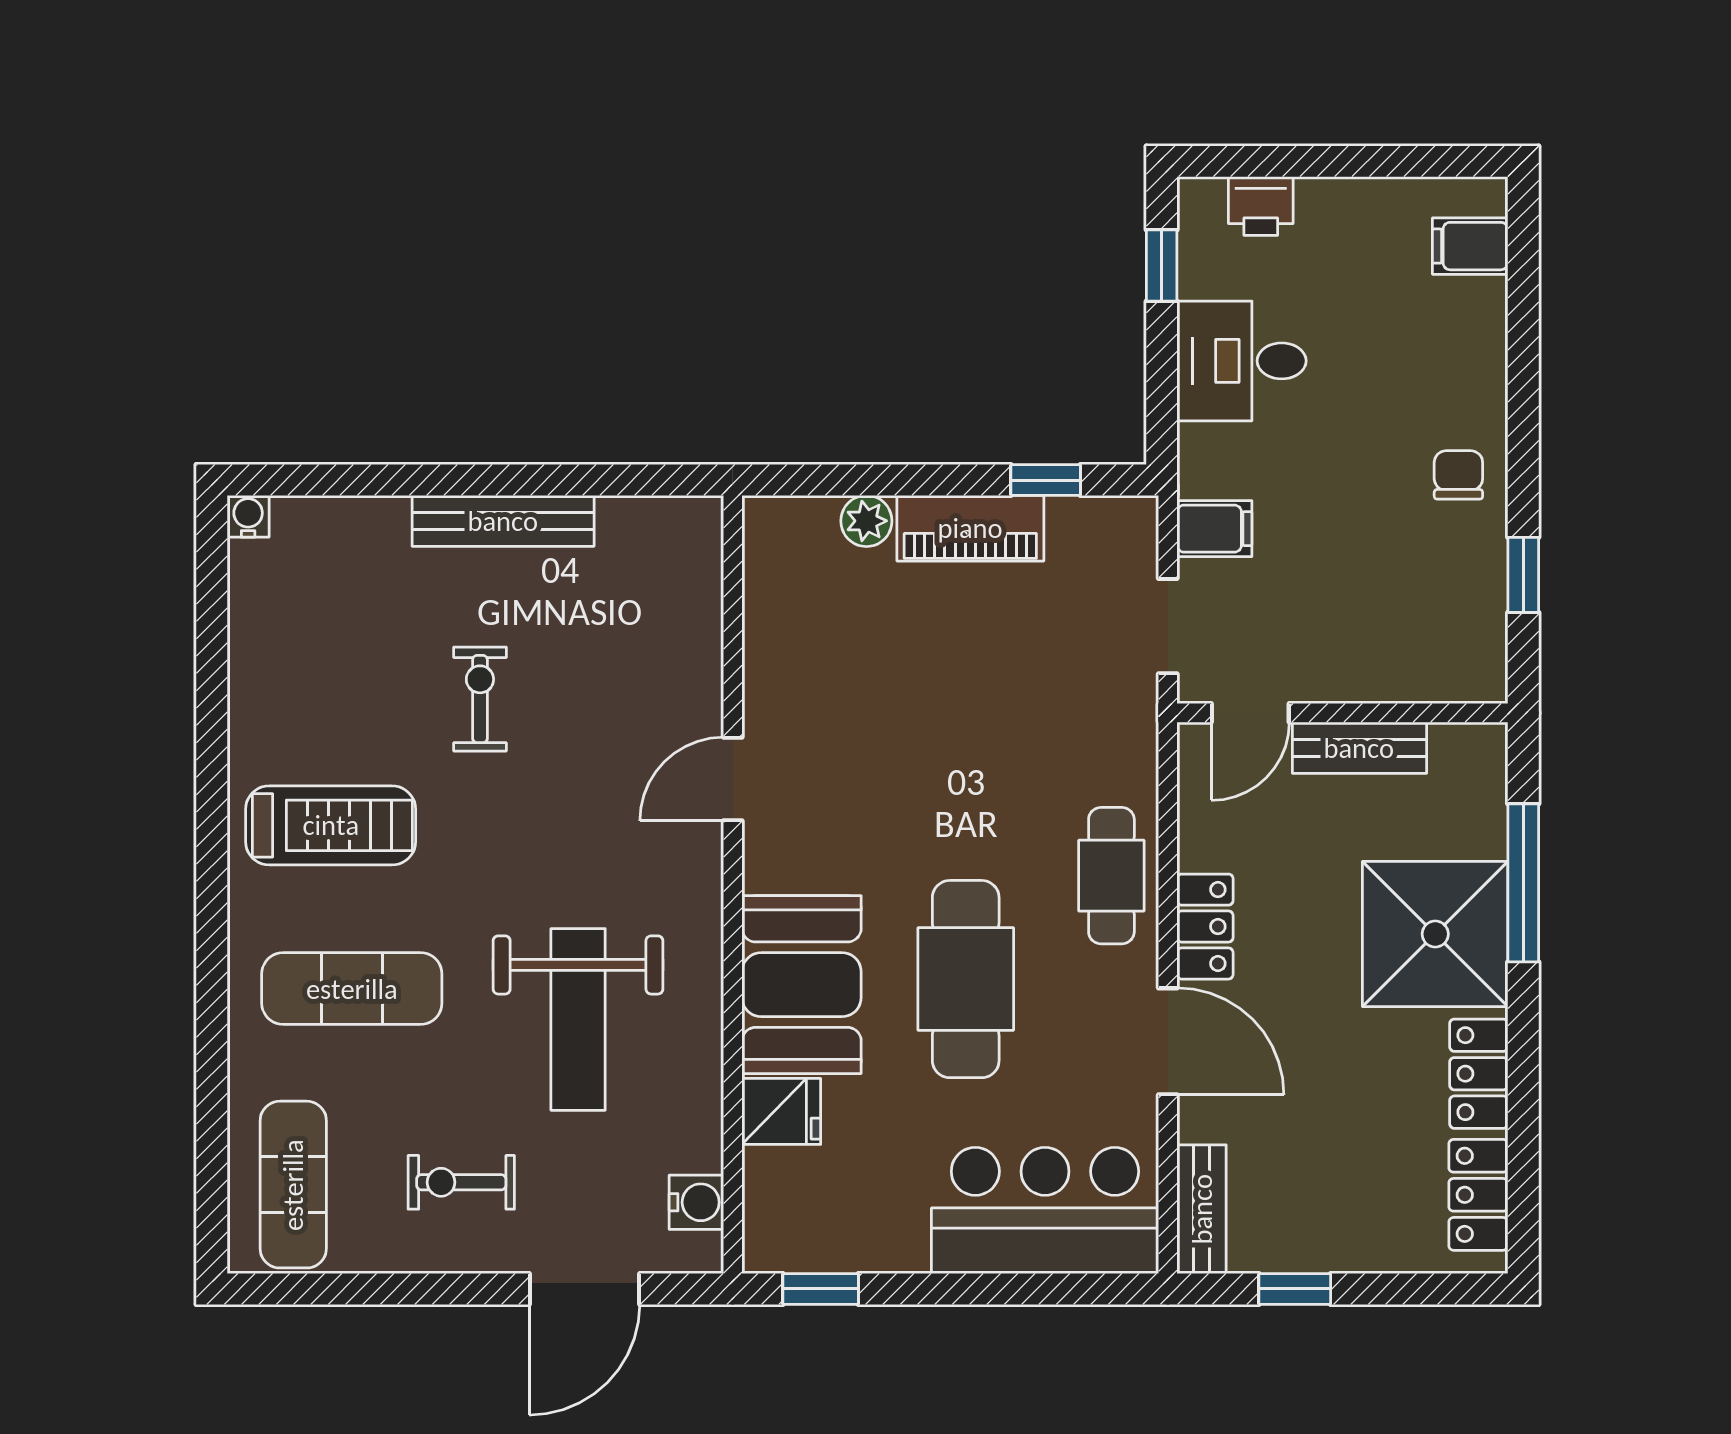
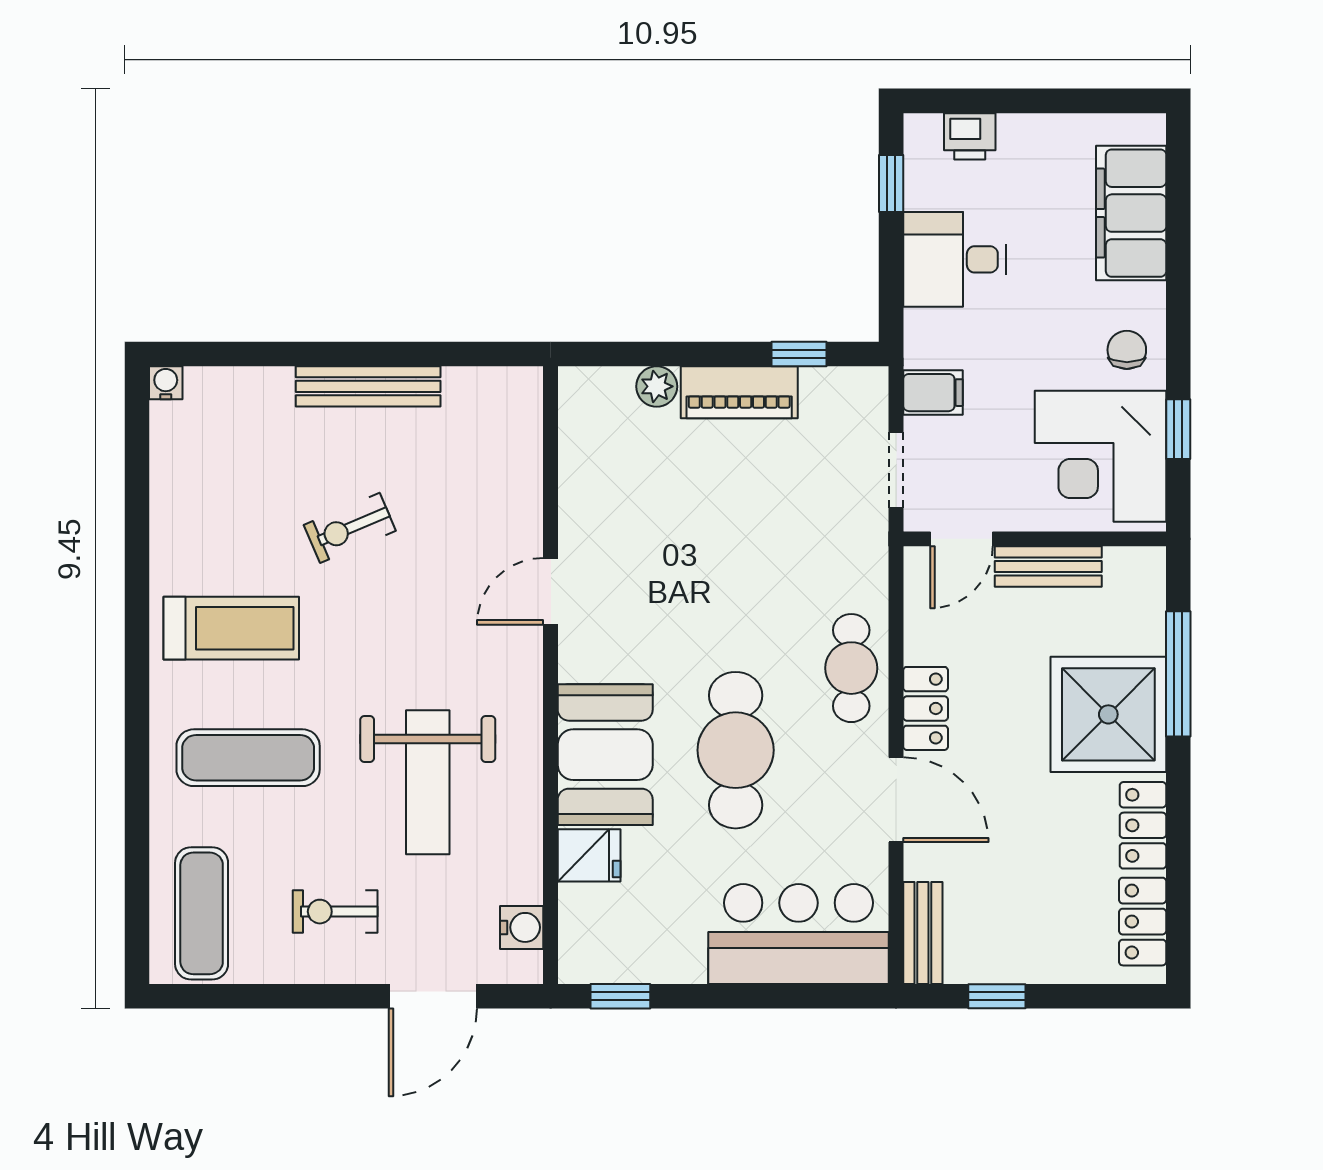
filing cabinet: (1470, 246) -> (1131, 213), width x3.00, depth x1.17
corner desk: (1425, 609) -> (1100, 456), added
exercise bike: (480, 699) -> (350, 528), turned -113

